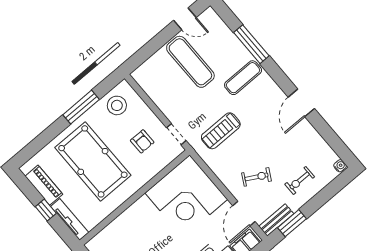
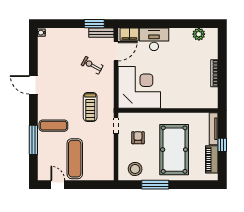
door: (301, 103) -> (33, 85), swing flipped
treadmill: (221, 131) -> (90, 107), turned 90
exercise bike: (300, 180) -> (70, 43), removed

